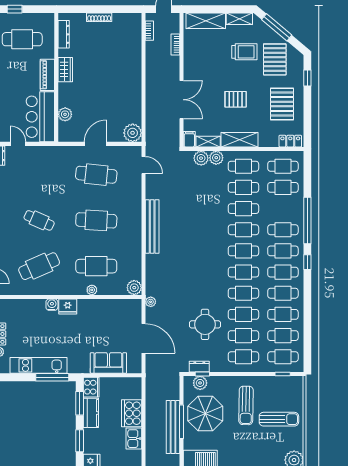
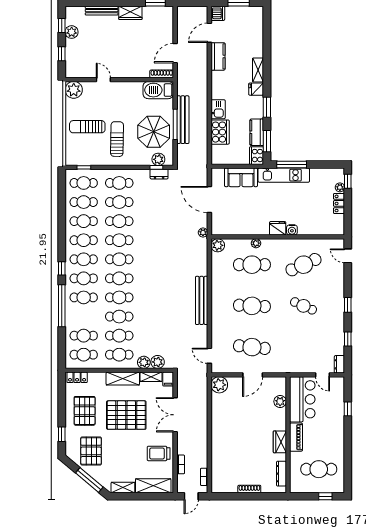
trolley: (244, 52) -> (159, 453), moved
pallet: (236, 99) -> (126, 415), width x2.05, depth x2.00
round table: (205, 324) -> (154, 212), removed
kitchen unit: (39, 365) -> (284, 175), moved

